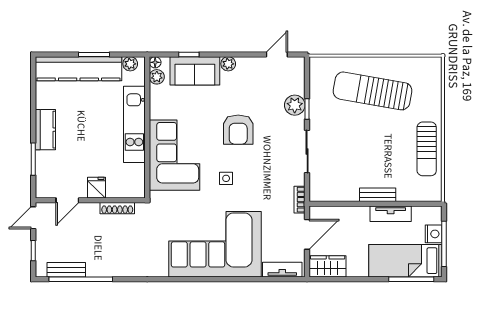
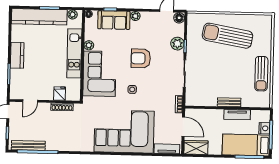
floor lamp: (297, 65) -> (179, 18), added
plant: (157, 77) -> (89, 45), moved
armchair: (238, 130) -> (141, 58), turned 90
fridge: (96, 188) -> (60, 94), moved
door: (307, 234) -> (183, 127), hinge flipped
bench: (66, 270) -> (28, 146), width x1.36

